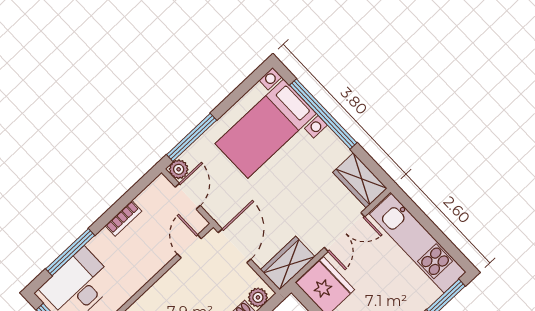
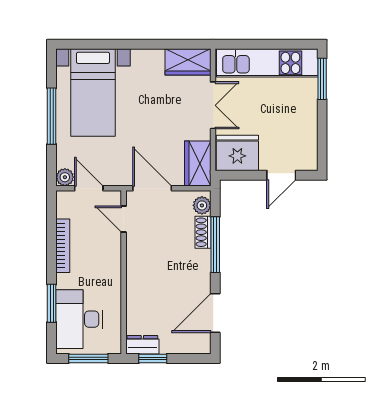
window: (323, 114) -> (120, 44), removed
window: (192, 137) -> (52, 116), moved
bookcase: (123, 218) -> (63, 246), width x1.56
window: (70, 252) -> (52, 303), width x0.69

